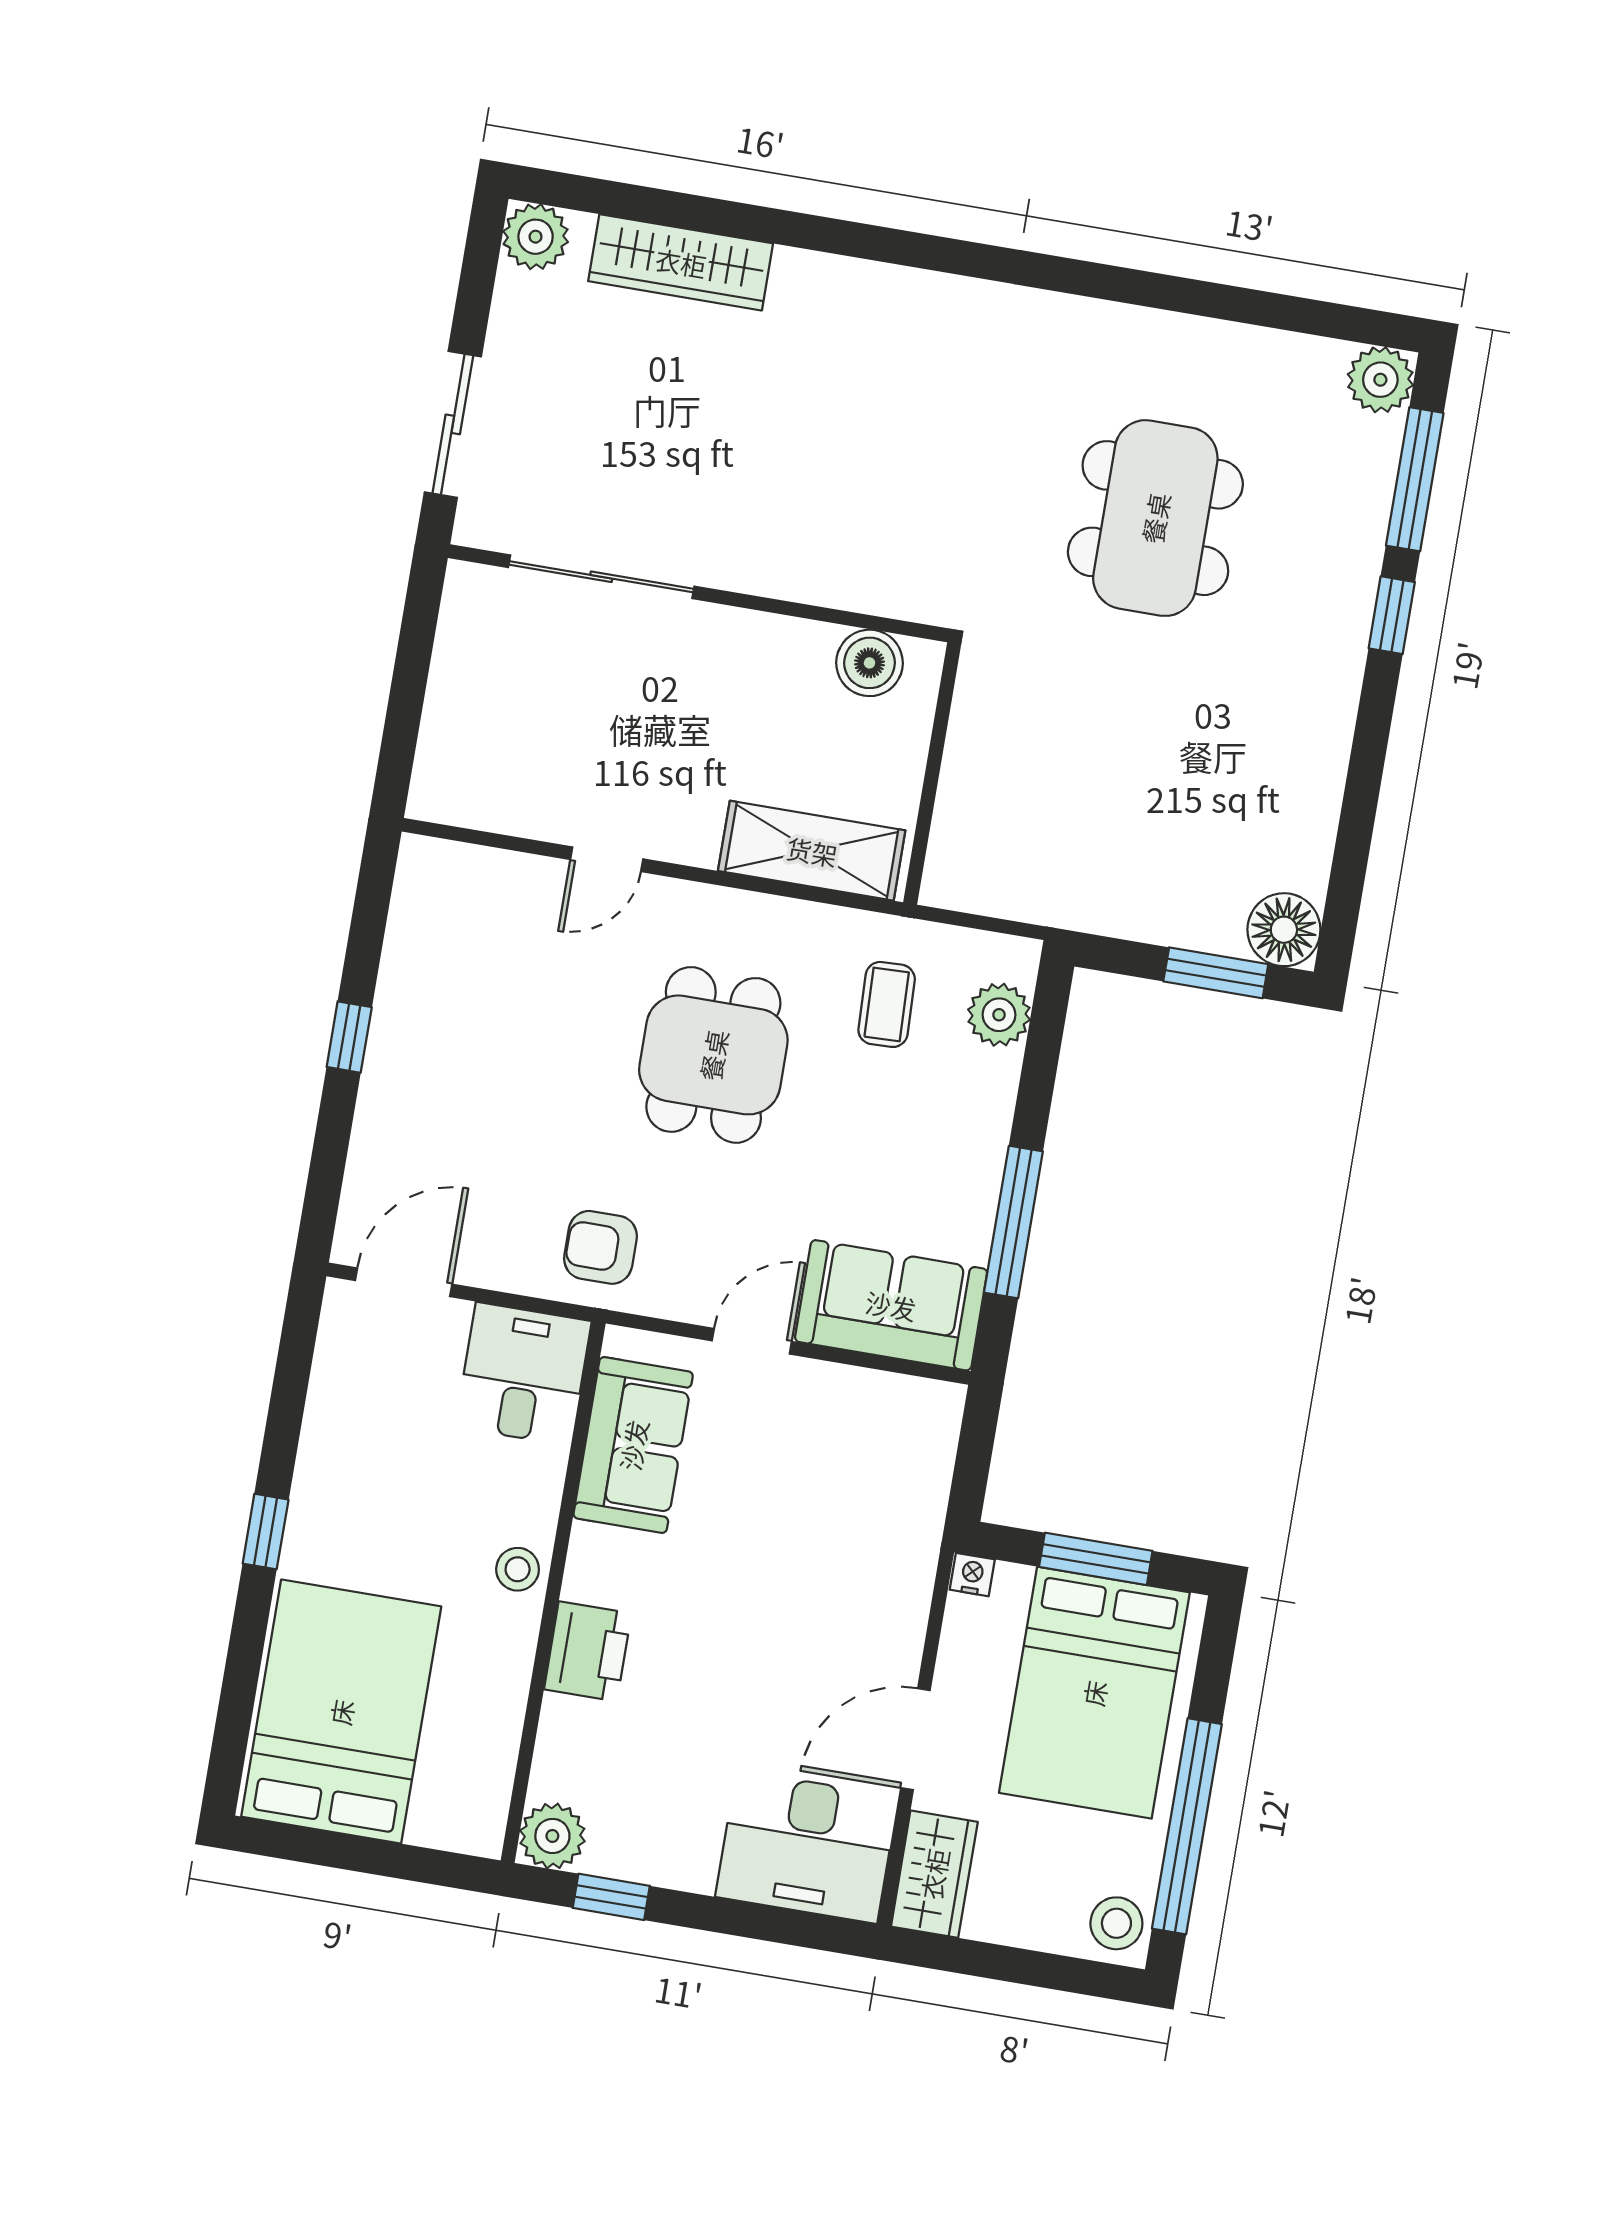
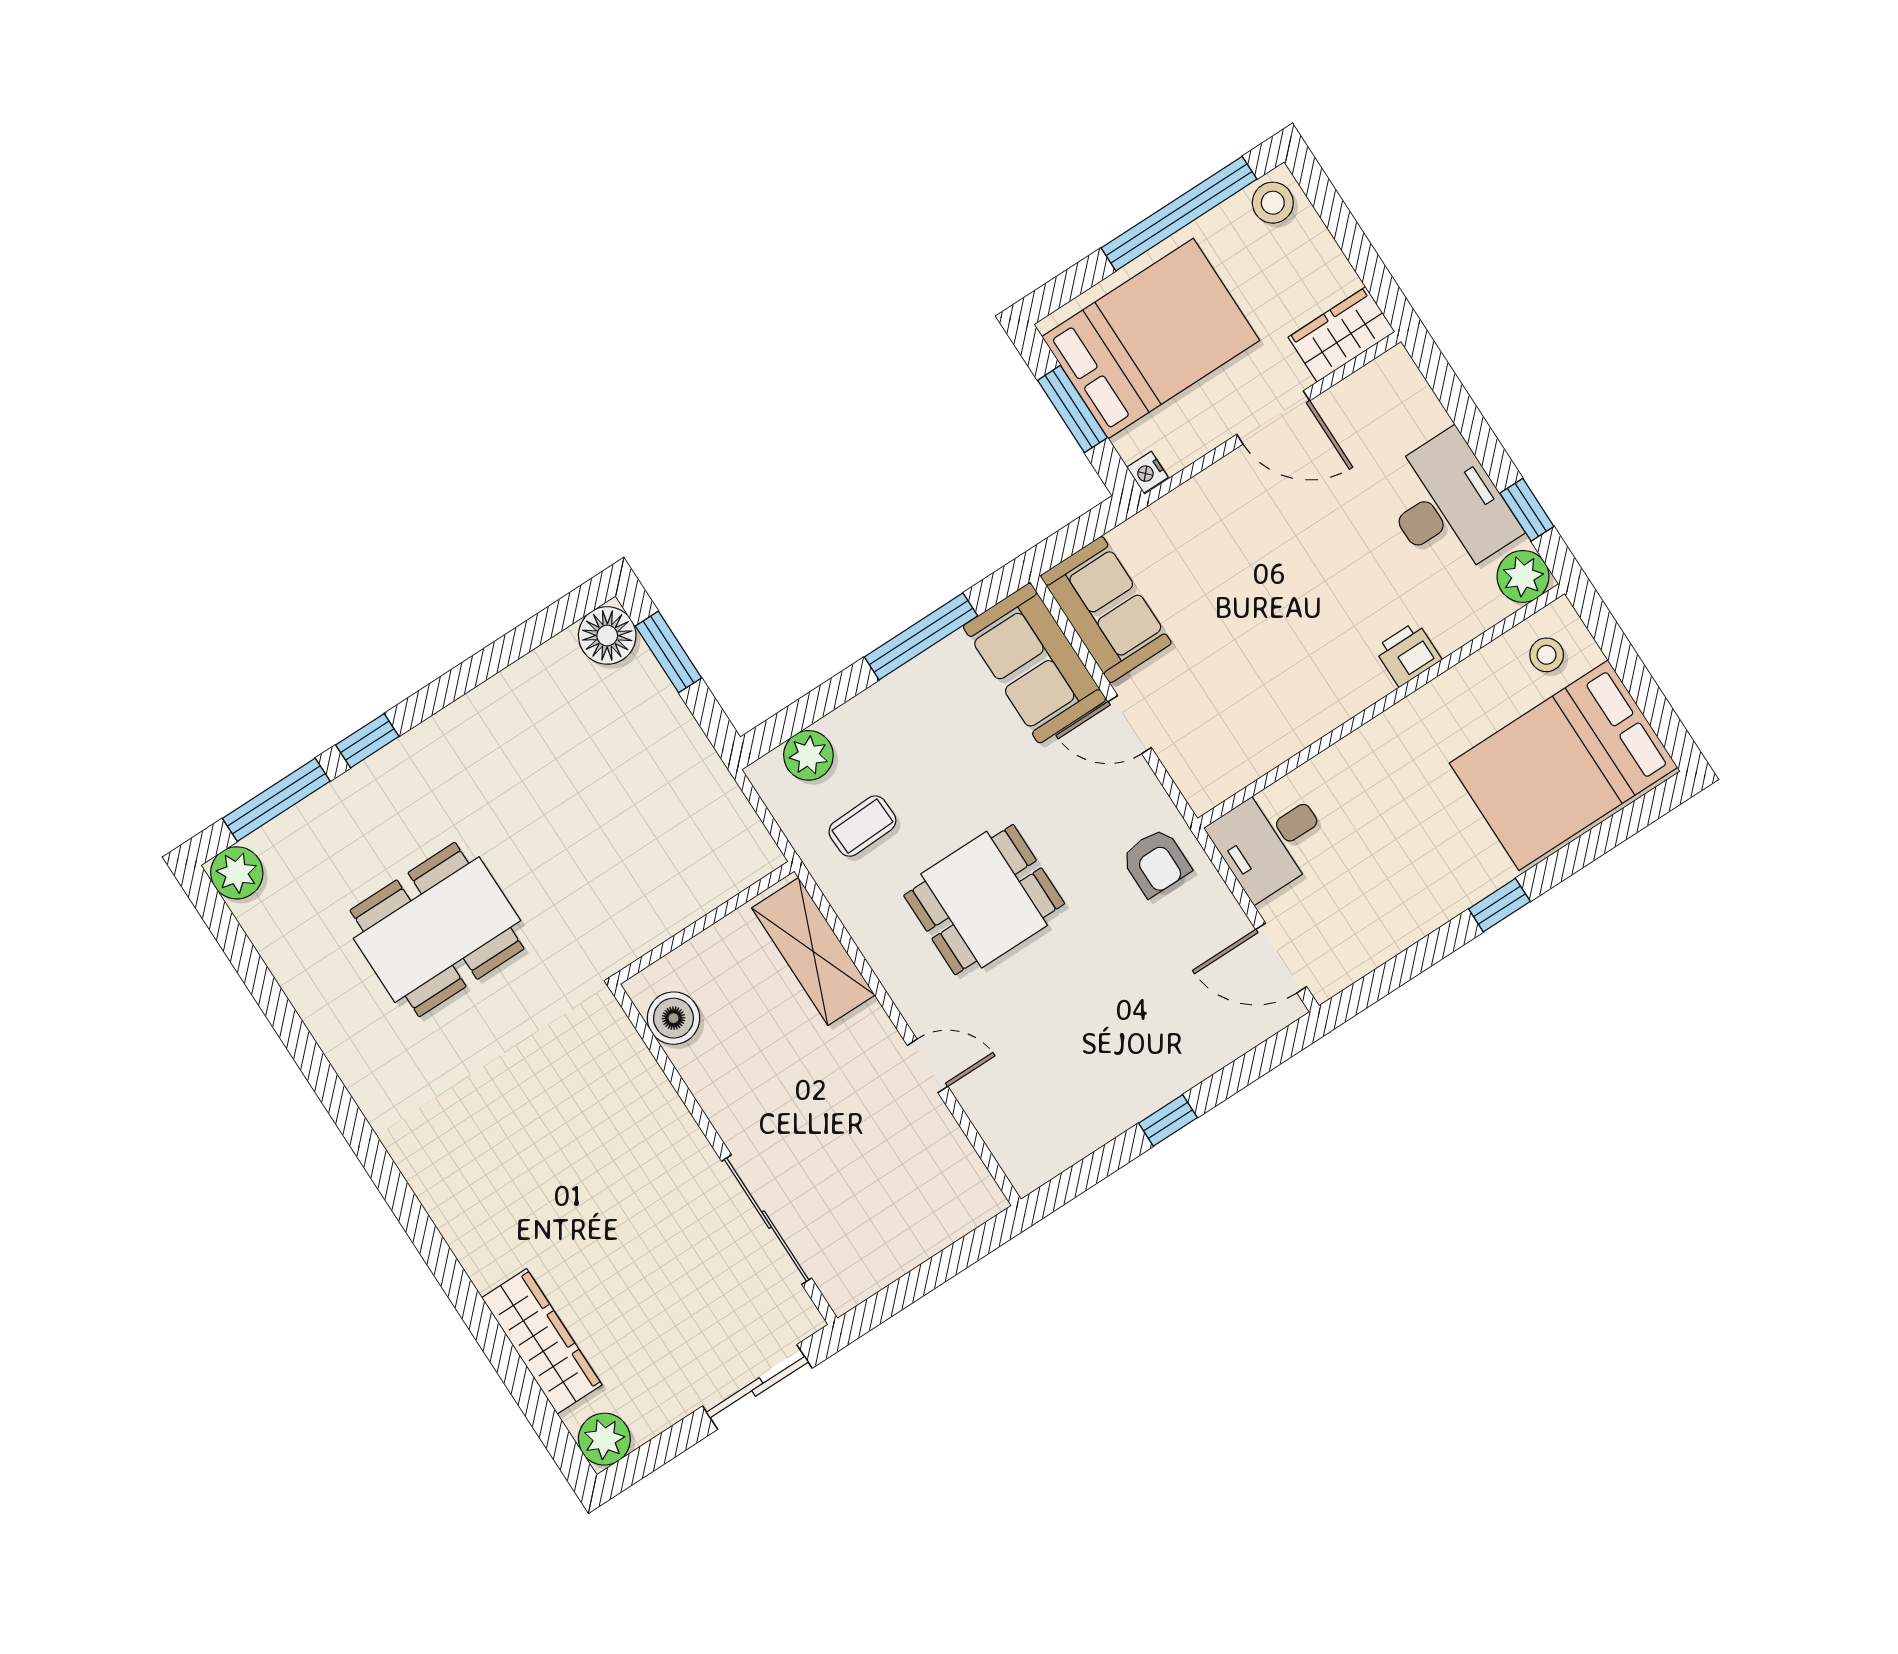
sofa: (633, 1445) -> (1106, 610), moved, turned 90
stool: (518, 1569) -> (1547, 655), moved
printer: (588, 1651) -> (1408, 654), width x0.73, depth x0.81
desk: (807, 1847) -> (1448, 506), moved

